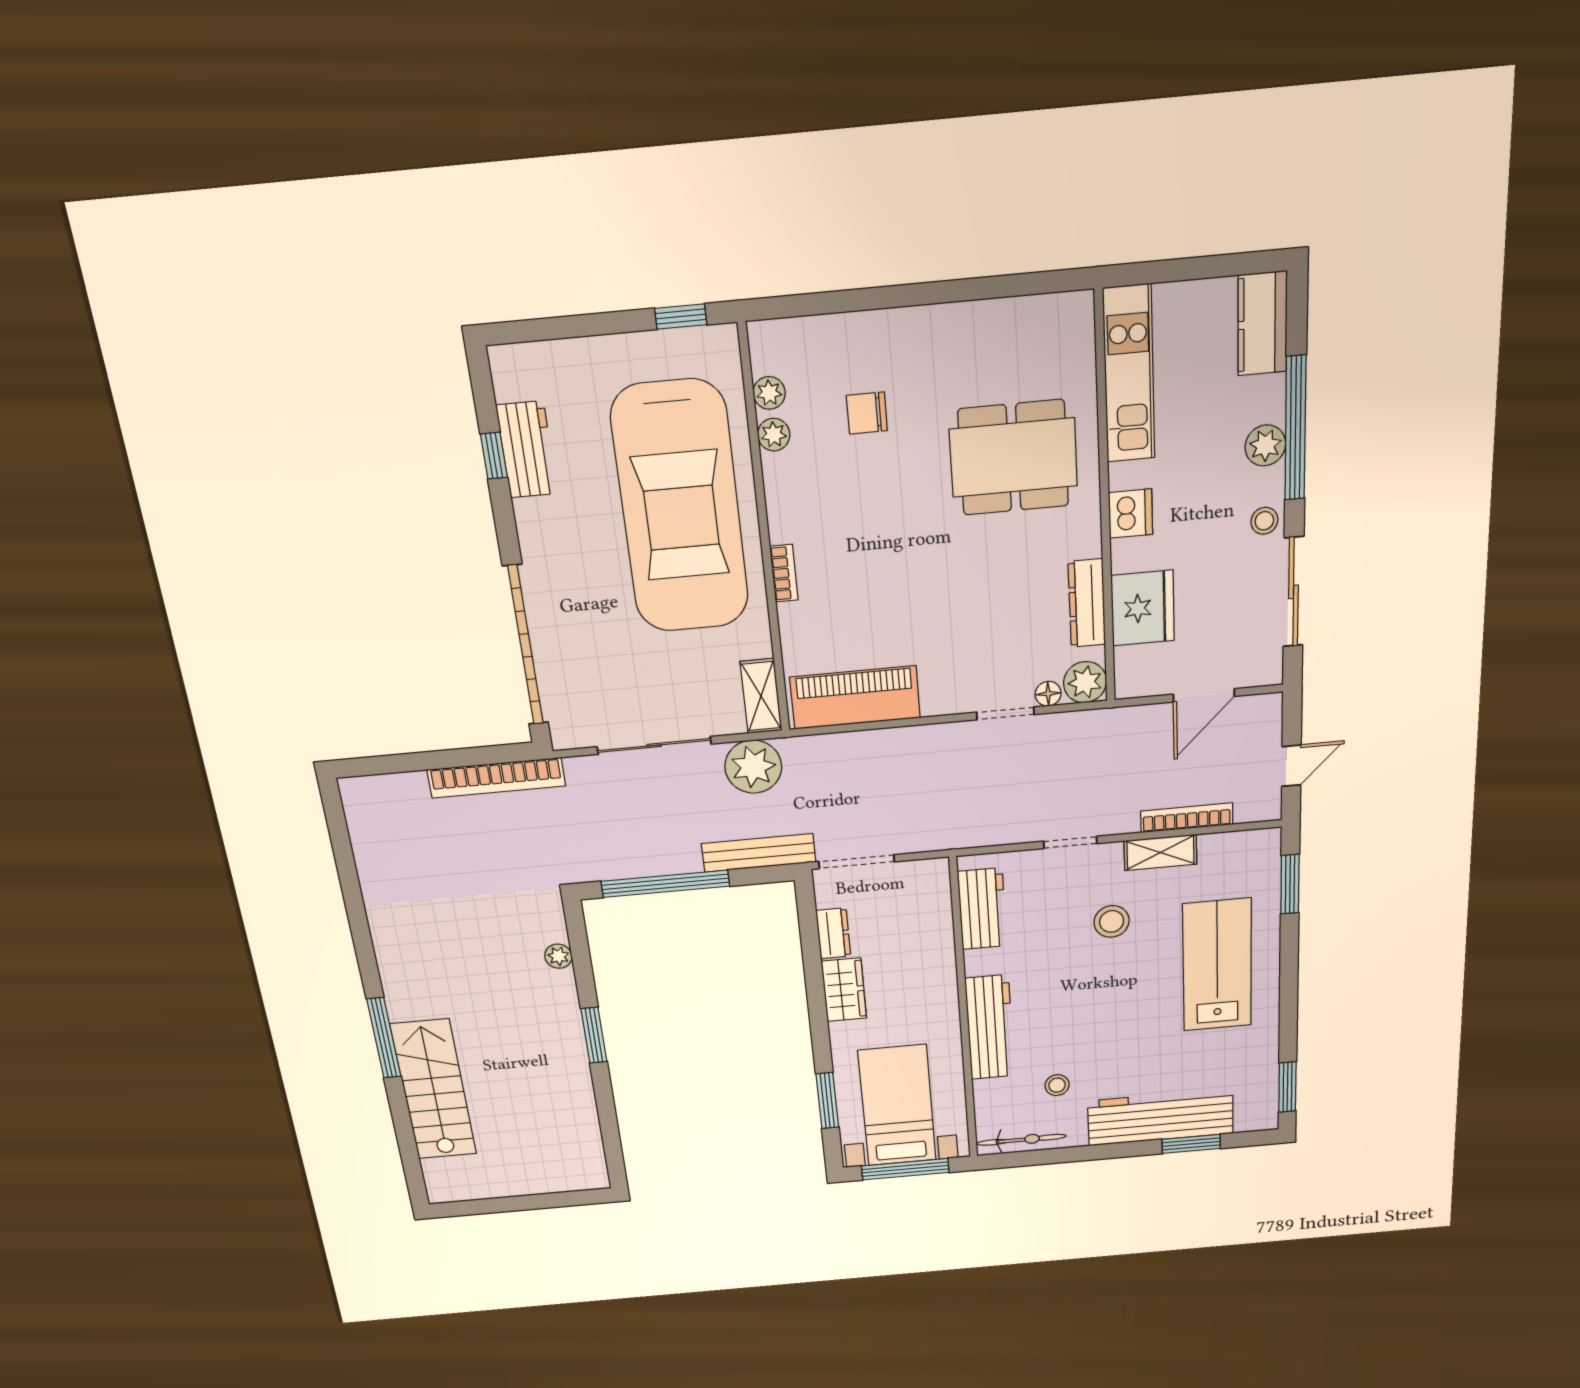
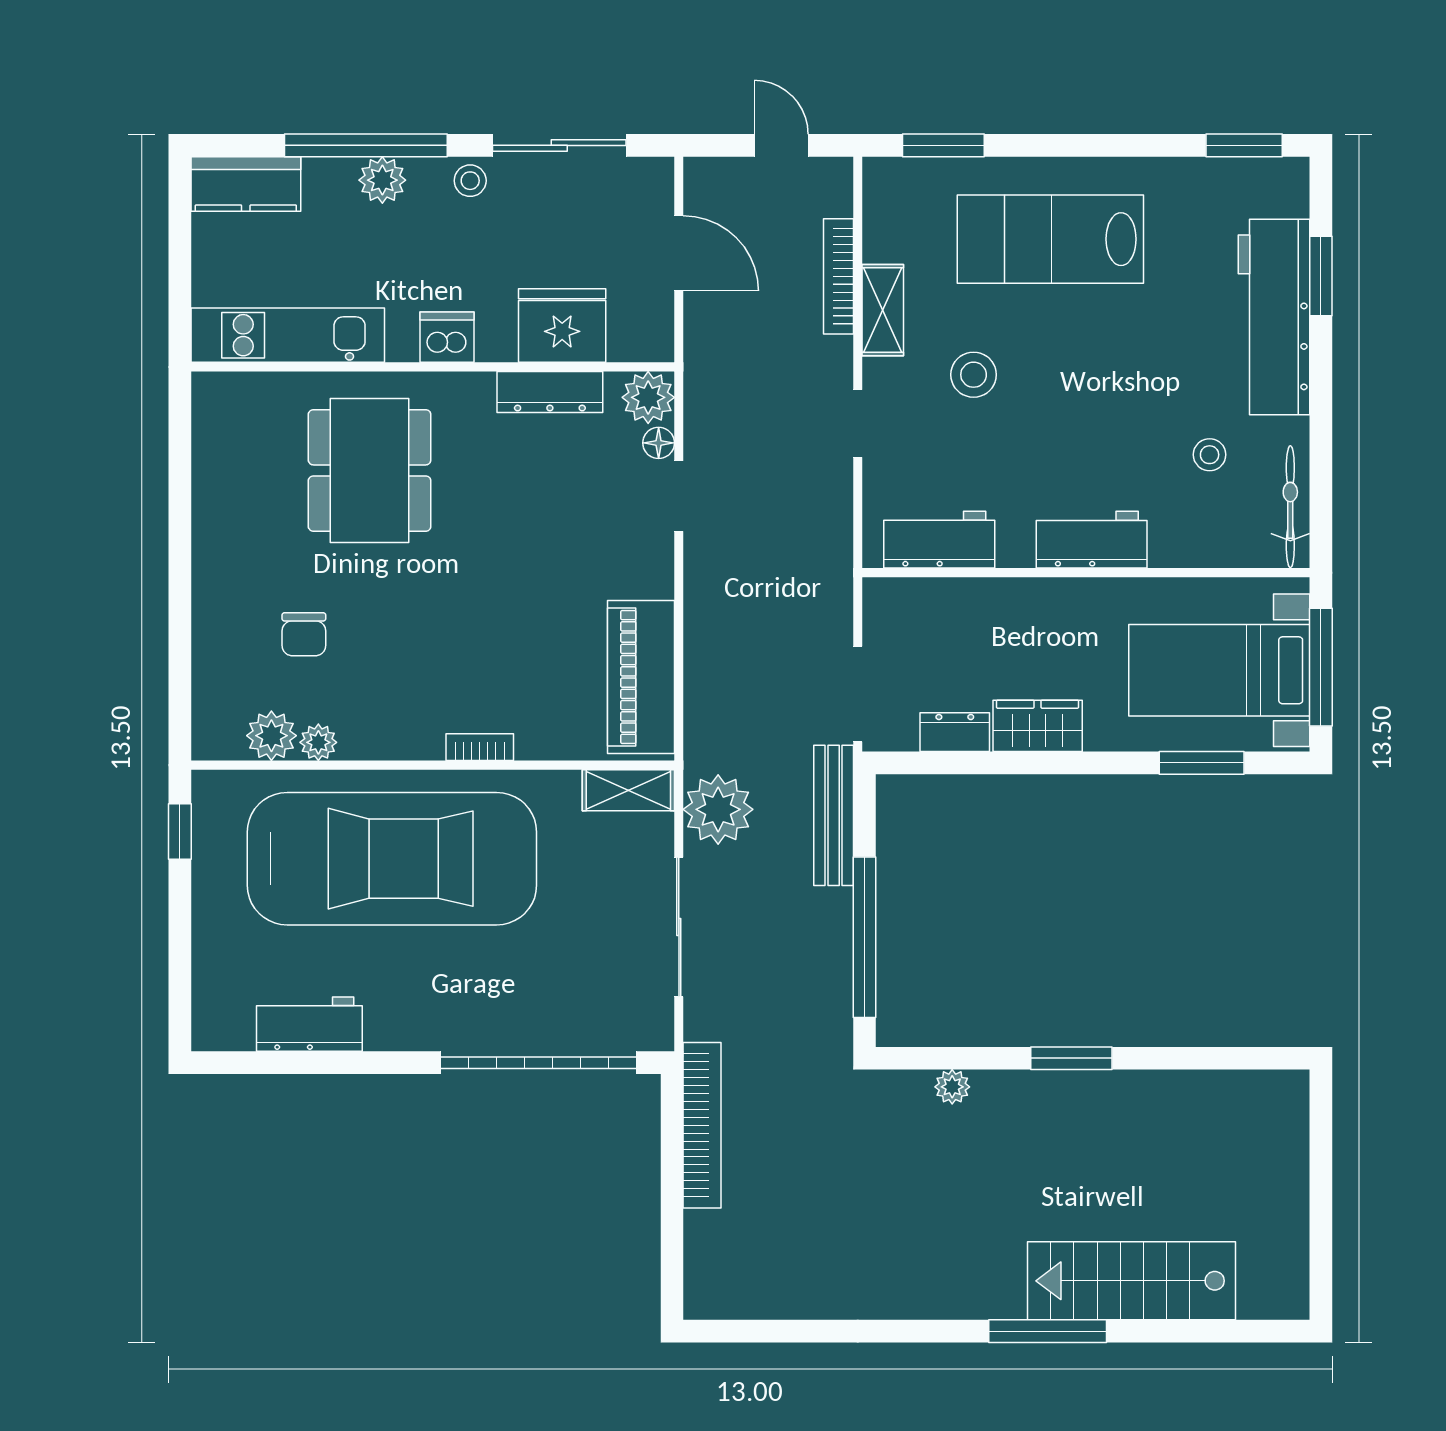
plant: (769, 393) -> (271, 736), width x1.38, depth x1.38
window: (494, 456) -> (313, 1063), removed
workbench: (990, 1027) -> (1092, 540), width x0.73

